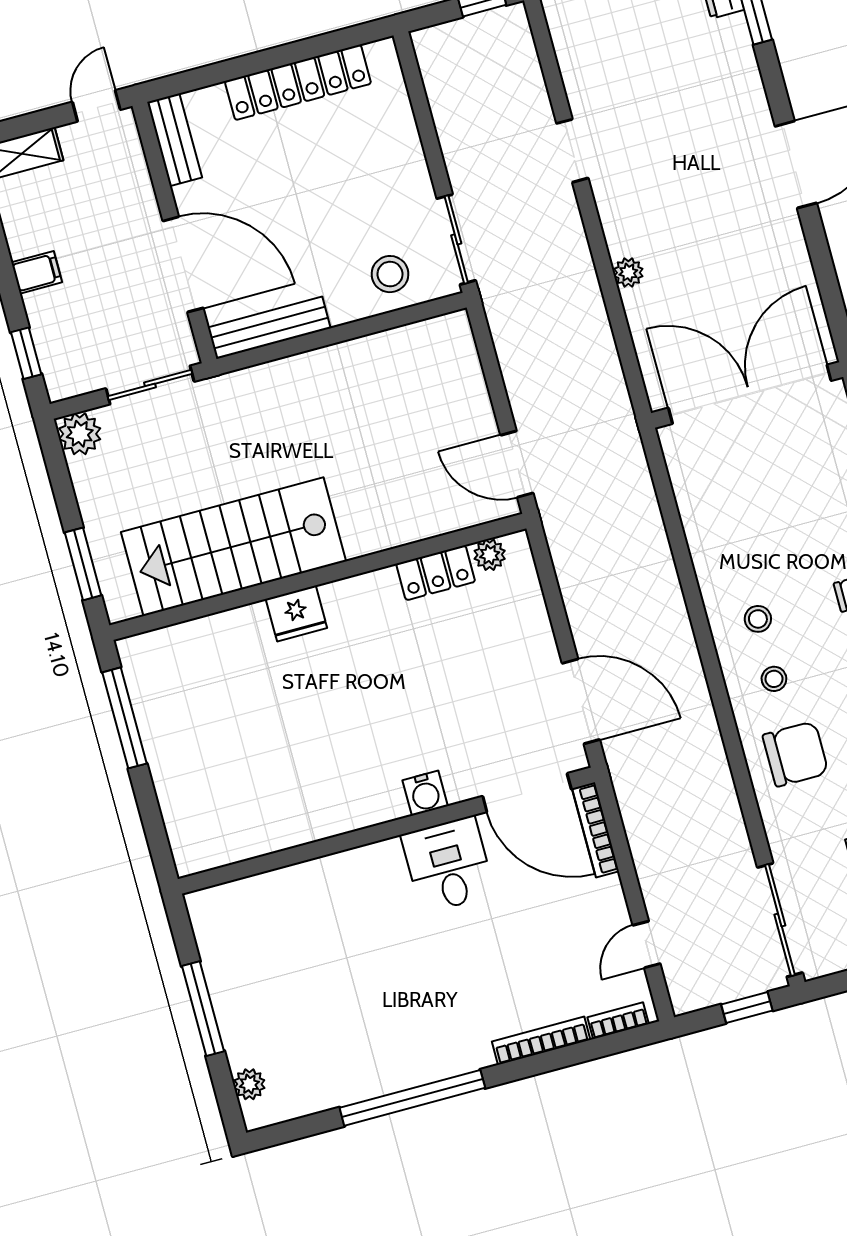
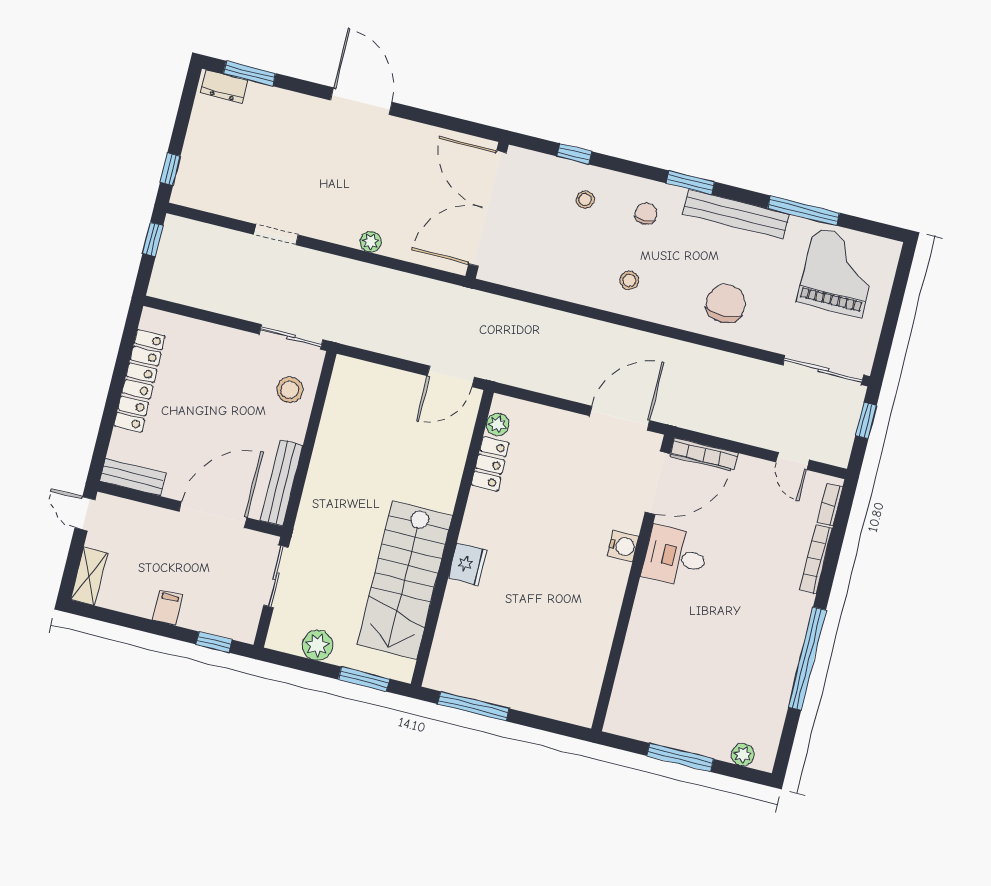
plant: (80, 434) -> (317, 645), moved
stool: (774, 679) -> (585, 200), moved

